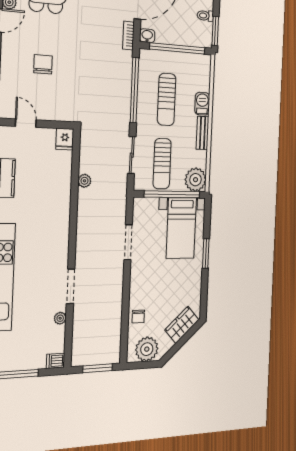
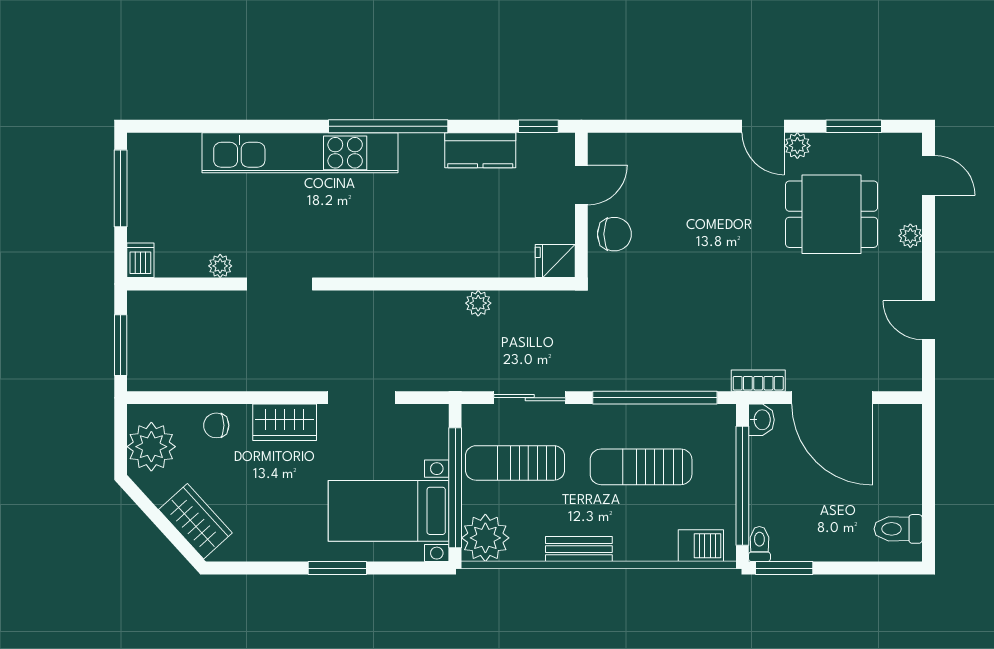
toilet: (205, 16) -> (759, 544), moved
chair: (43, 64) -> (614, 234), moved
barbecue: (202, 104) -> (701, 546), moved
wardrobe: (138, 282) -> (285, 422), added

